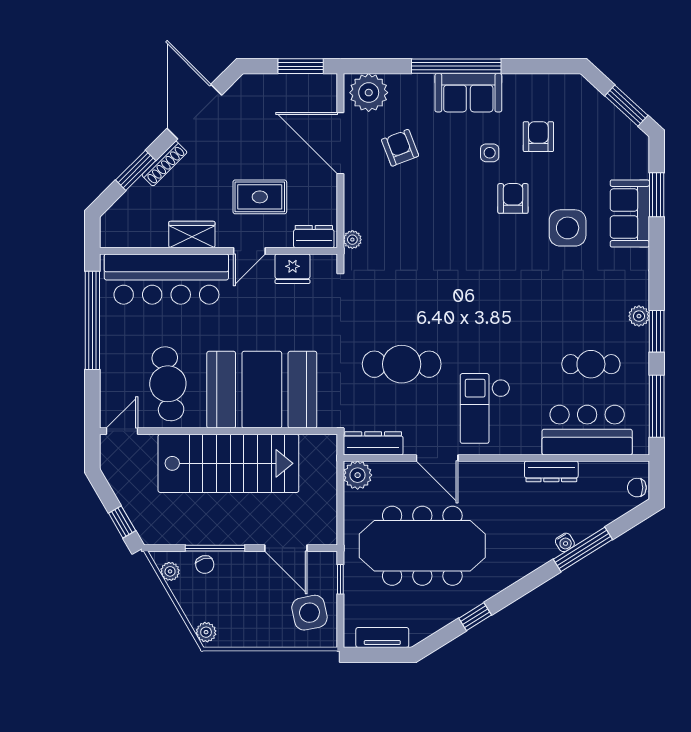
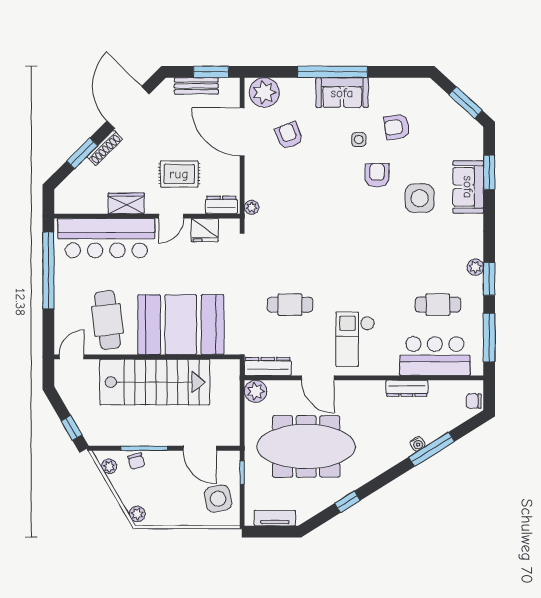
bench: (282, 84) -> (196, 86), added
armchair: (538, 137) -> (397, 127), turned -98
cafe table: (402, 364) -> (290, 305), width x0.73, depth x0.74

